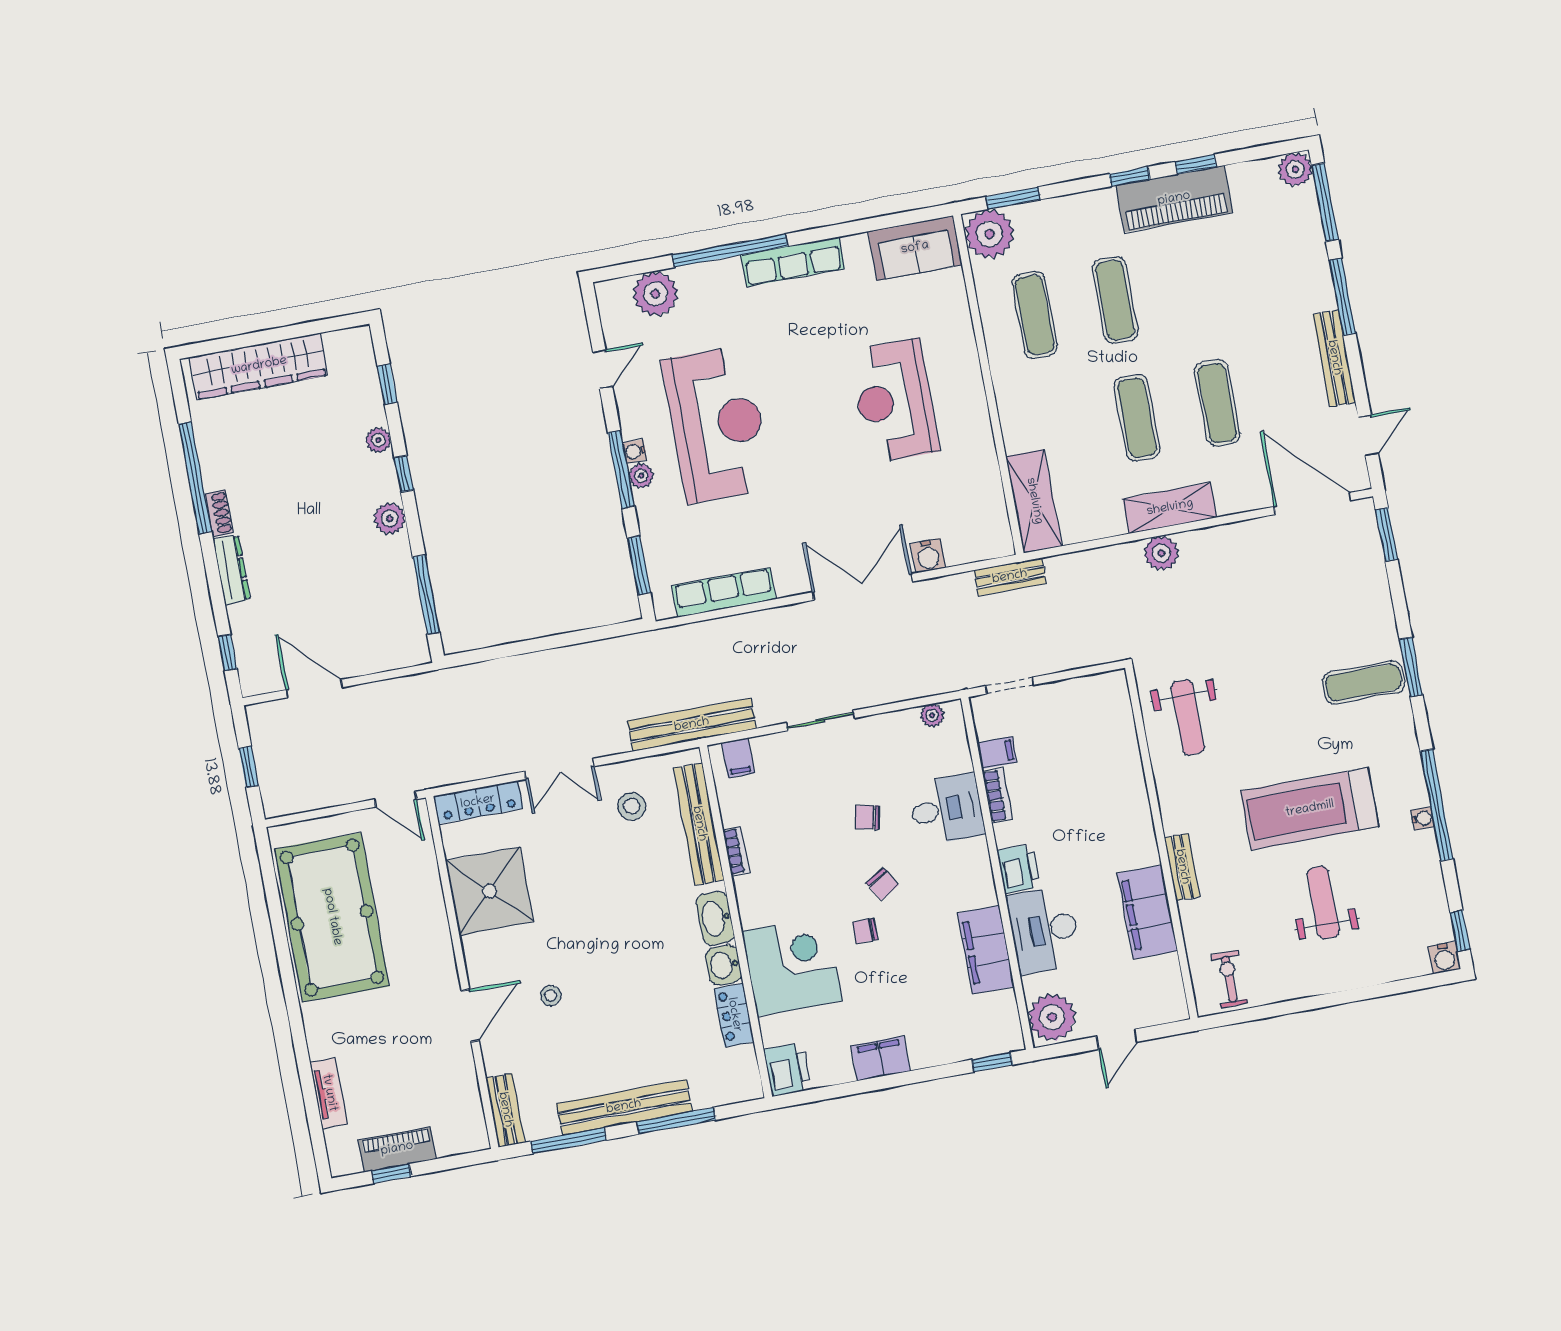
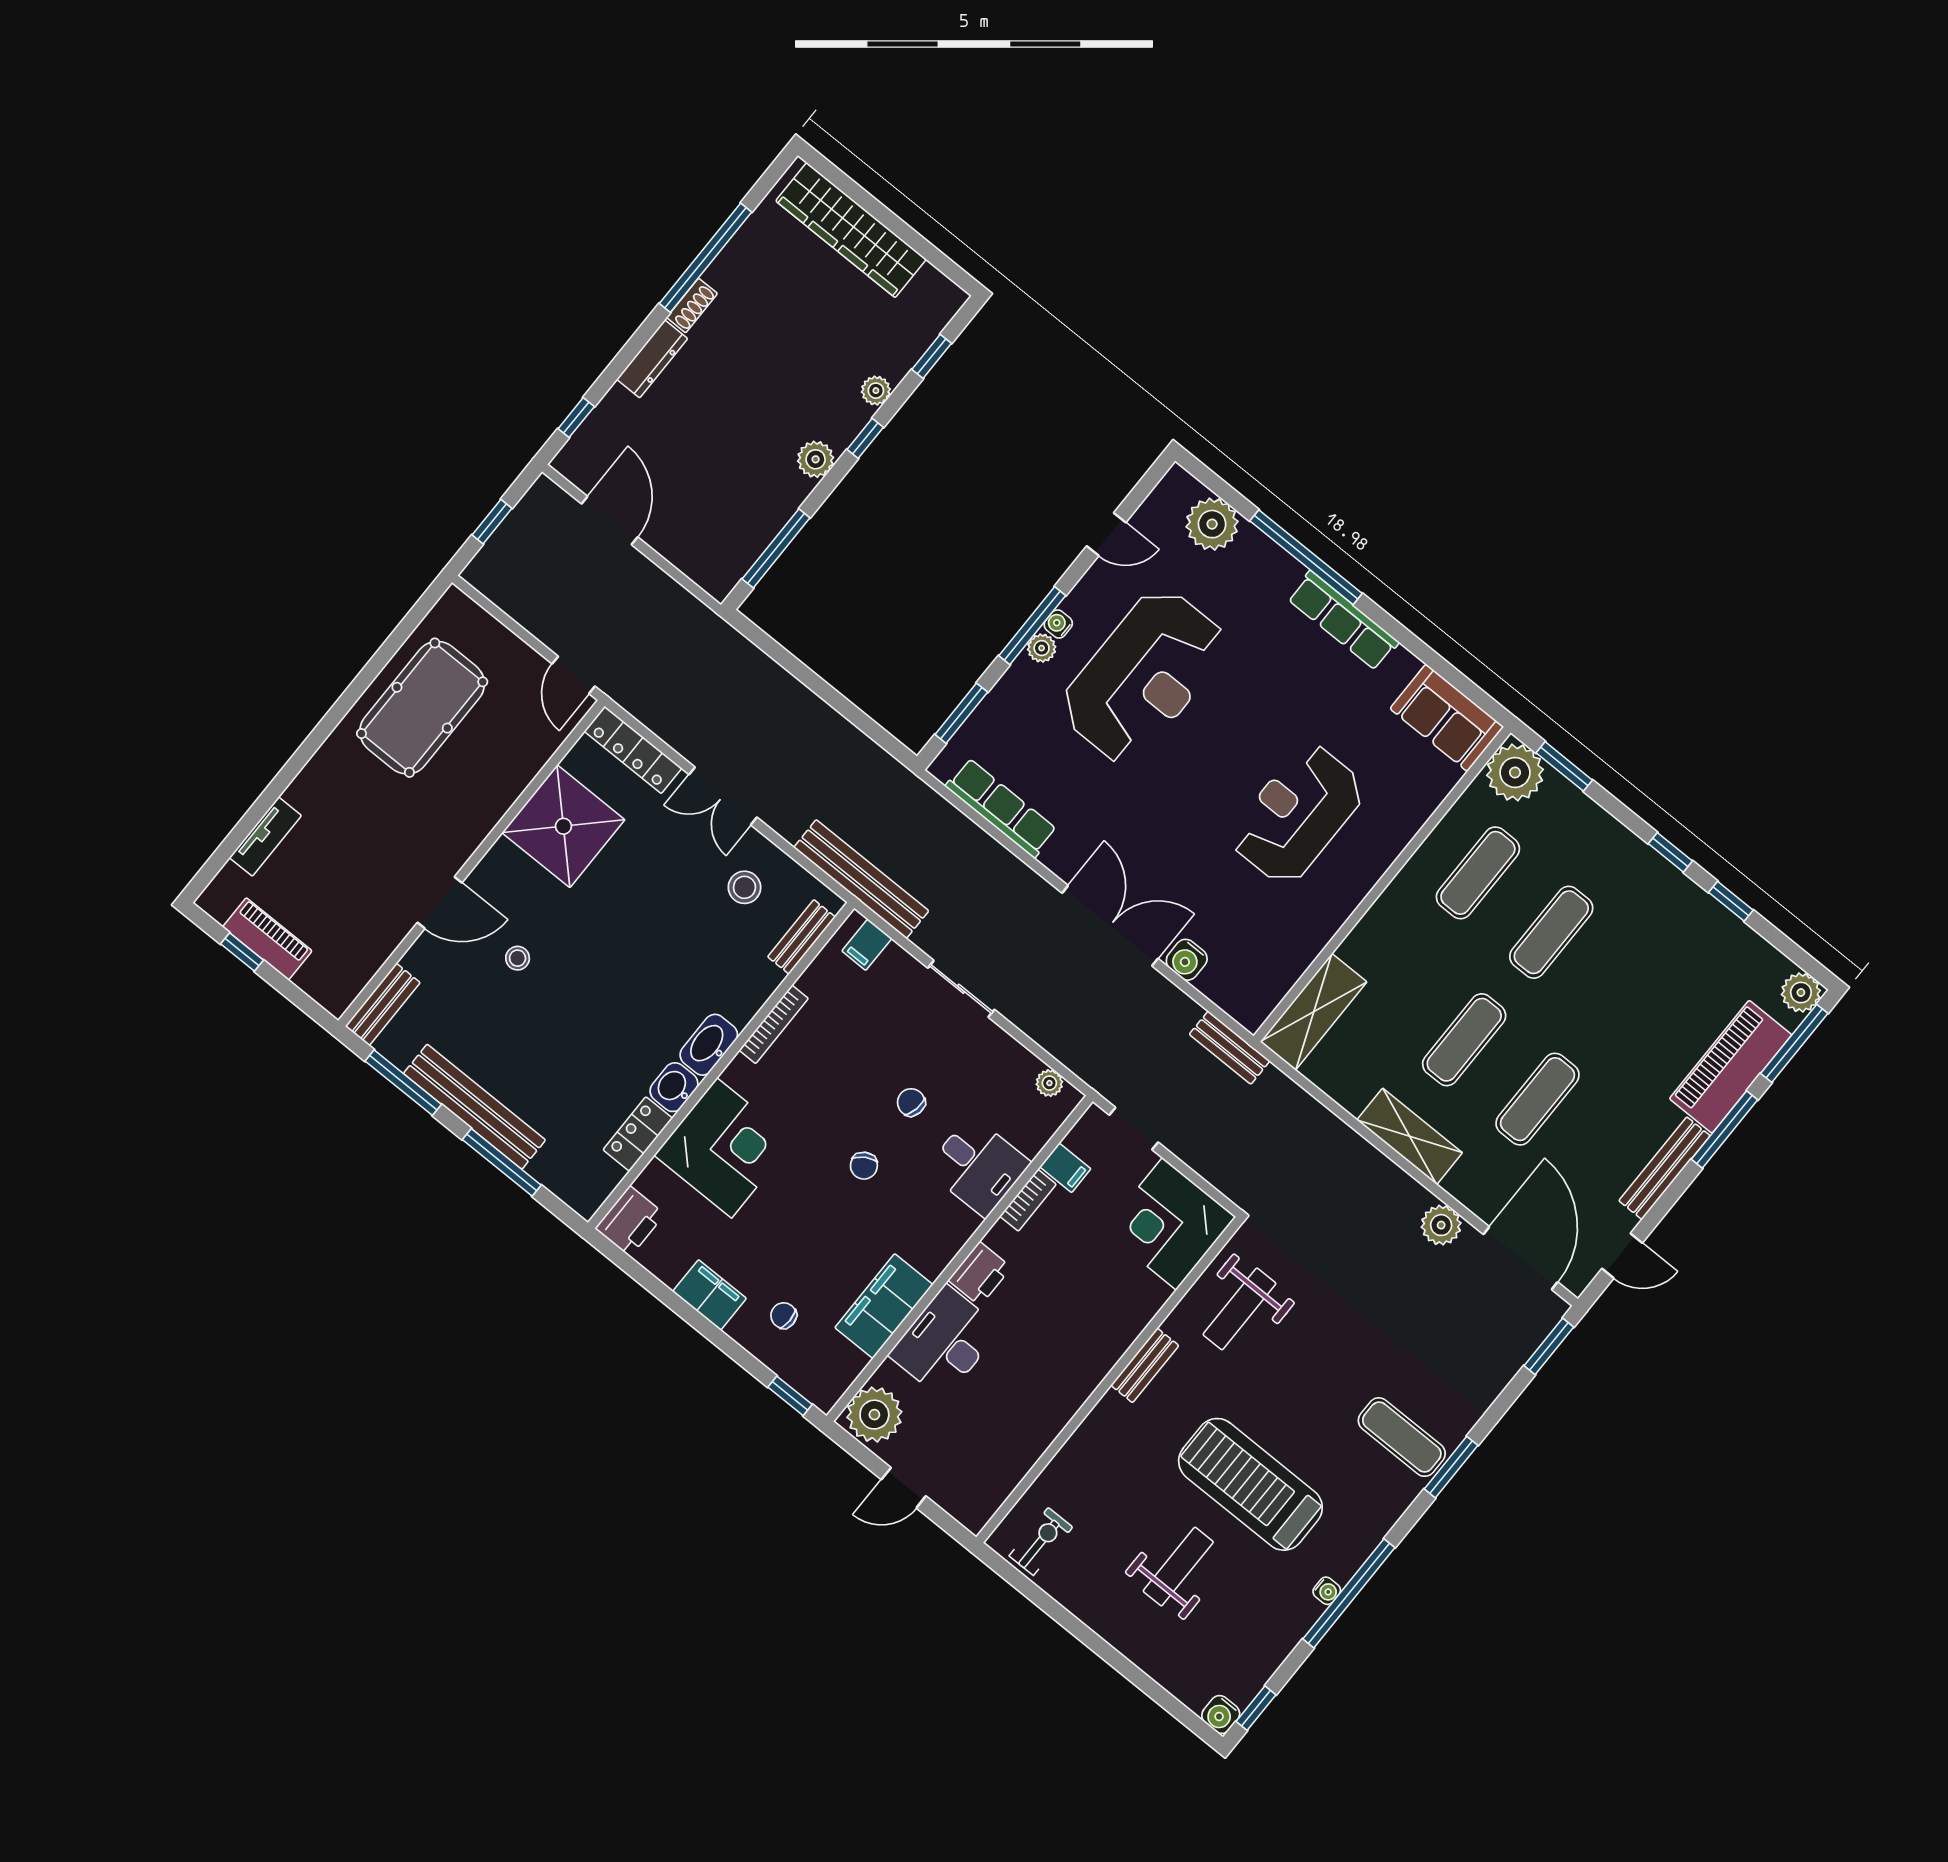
piano: (1174, 199) -> (1731, 1067), moved, turned 90
plant: (1161, 553) -> (1441, 1225), moved
corner desk: (1092, 716) -> (1169, 1224), added
bench: (699, 824) -> (802, 937), width x0.54, depth x0.82
bookcase: (736, 851) -> (774, 1024), width x1.56
bench: (1182, 867) -> (1145, 1365), moved
filing cabinet: (1147, 912) -> (1038, 1419), removed
pool table: (332, 917) -> (422, 708), width x0.73, depth x0.76
chair: (865, 931) -> (784, 1316), moved

